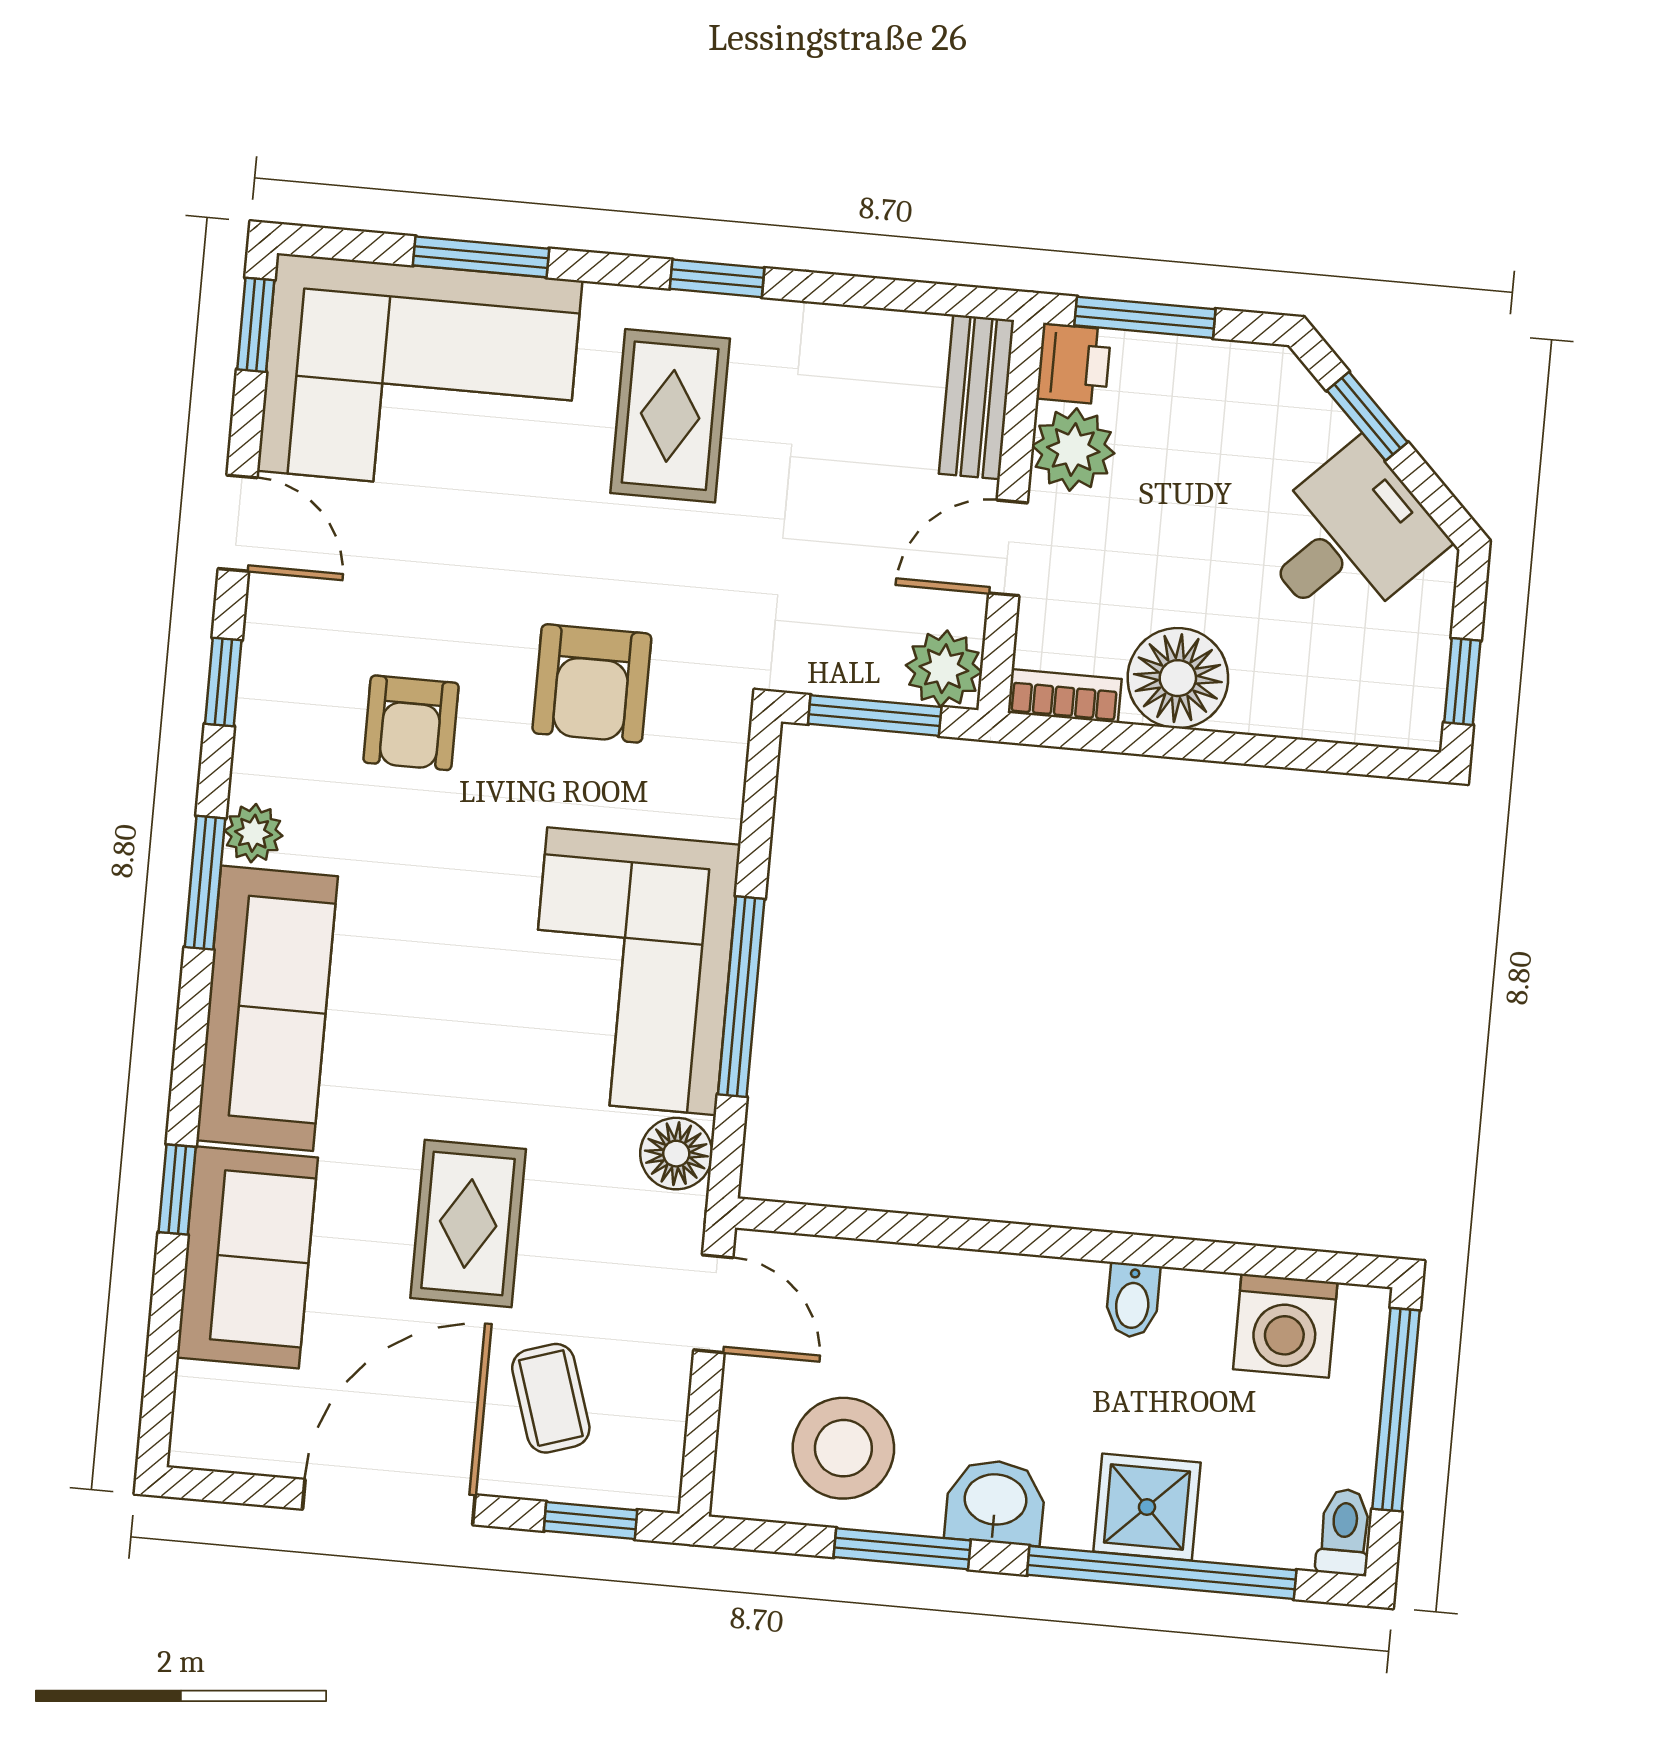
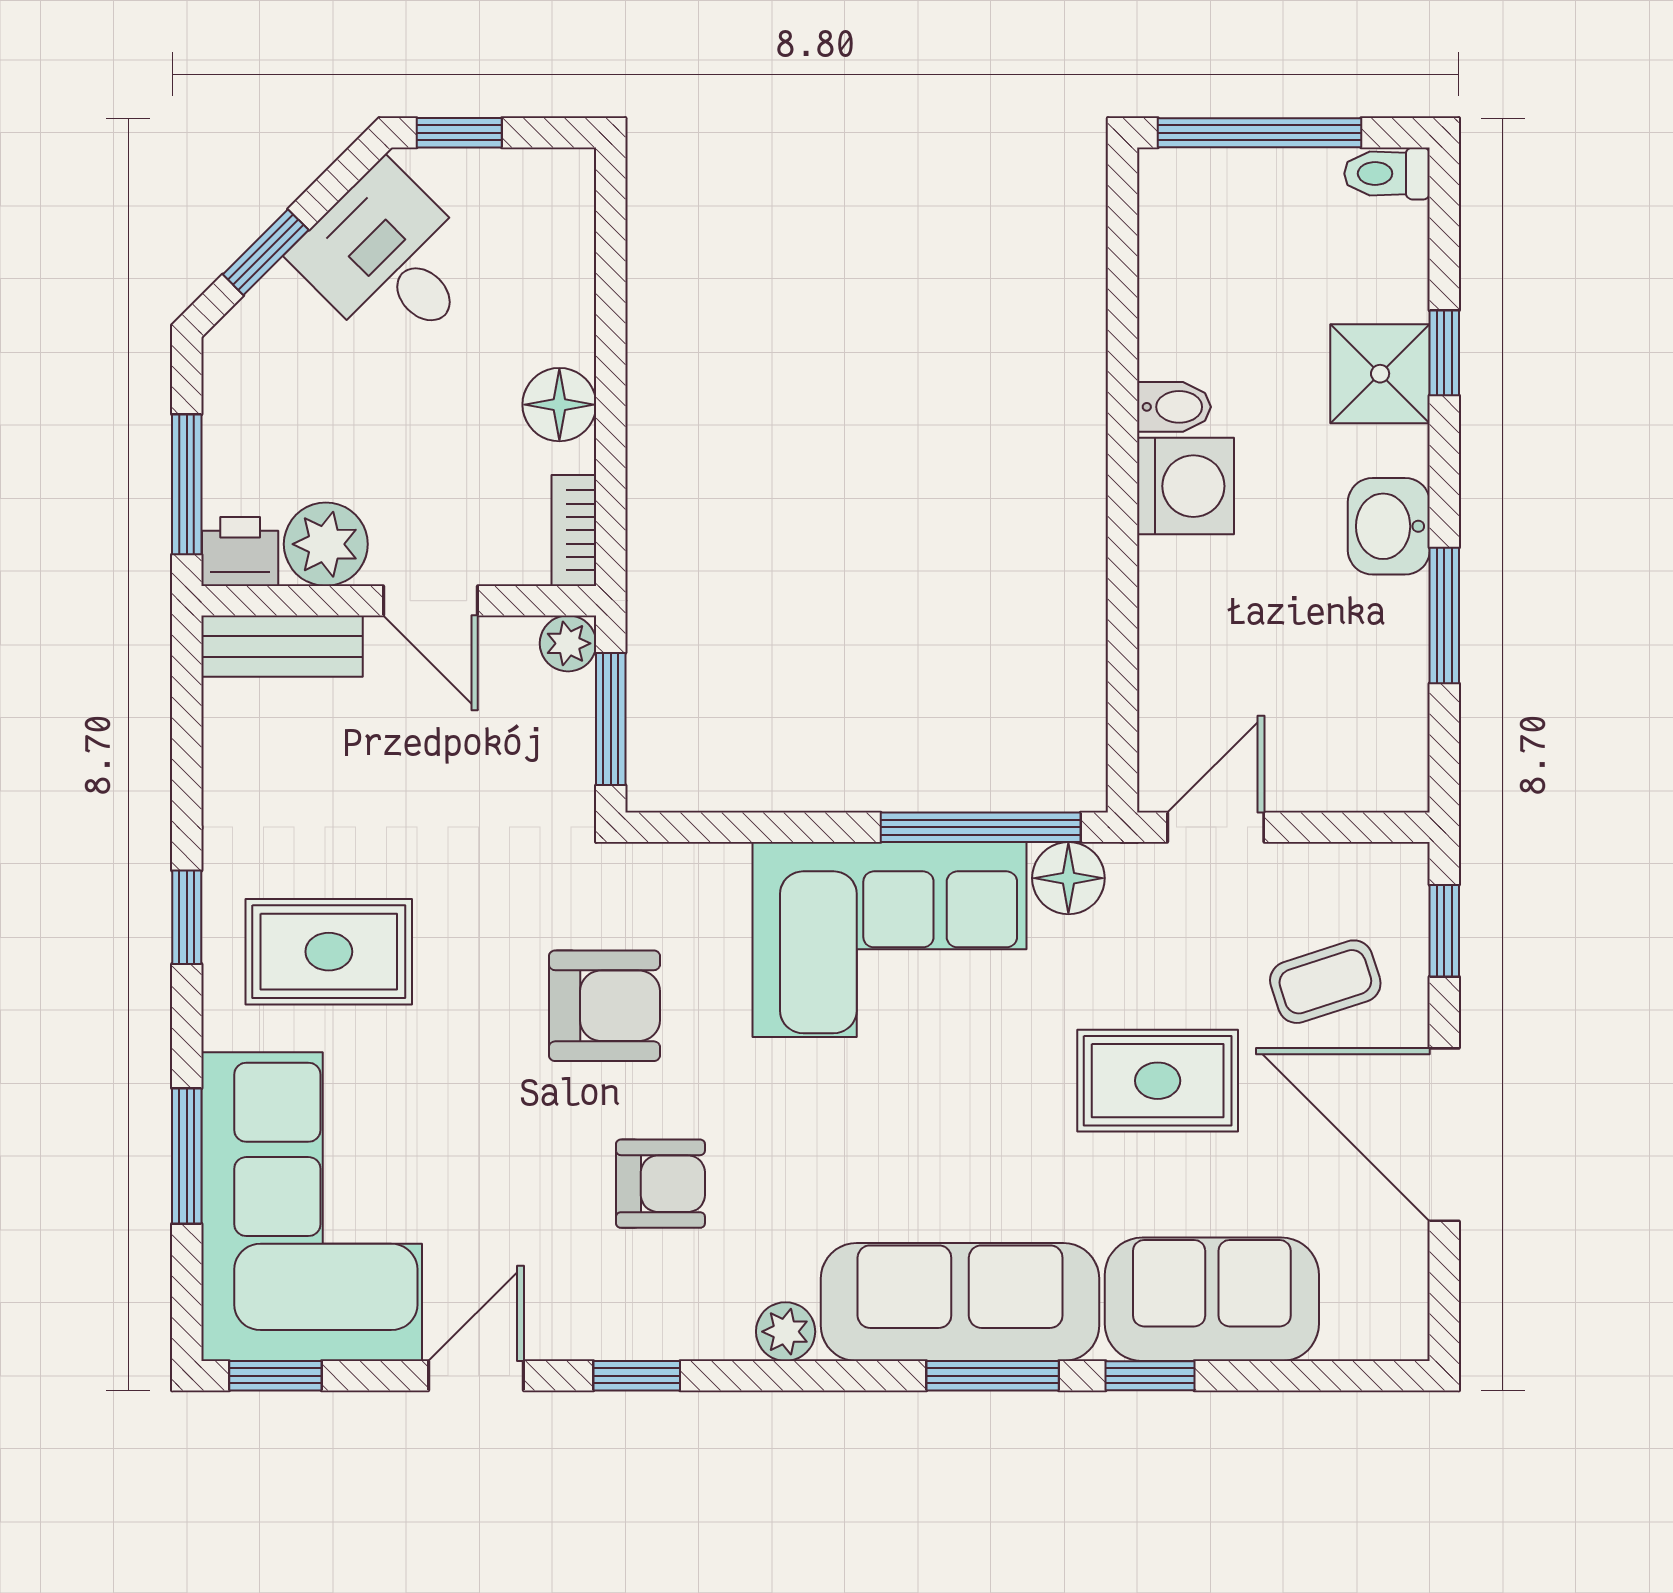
plant: (944, 669) -> (568, 643), width x0.73, depth x0.73
floor lamp: (1178, 678) -> (559, 405), width x0.73, depth x0.73
window: (1462, 681) -> (459, 133), moved
window: (205, 883) -> (993, 1376), moved
window: (741, 997) -> (981, 827), moved
washing machine: (1285, 1326) -> (1186, 486), moved
stool: (843, 1448) -> (1349, 684), removed
window: (1162, 1572) -> (1444, 353), width x0.32

